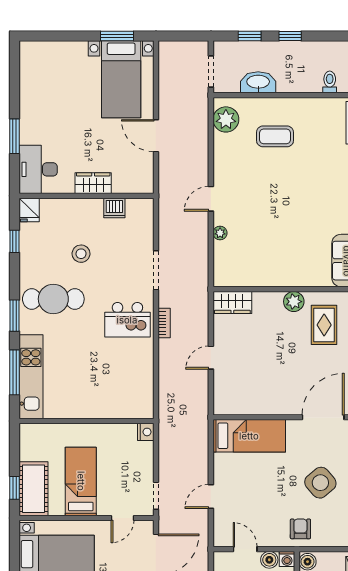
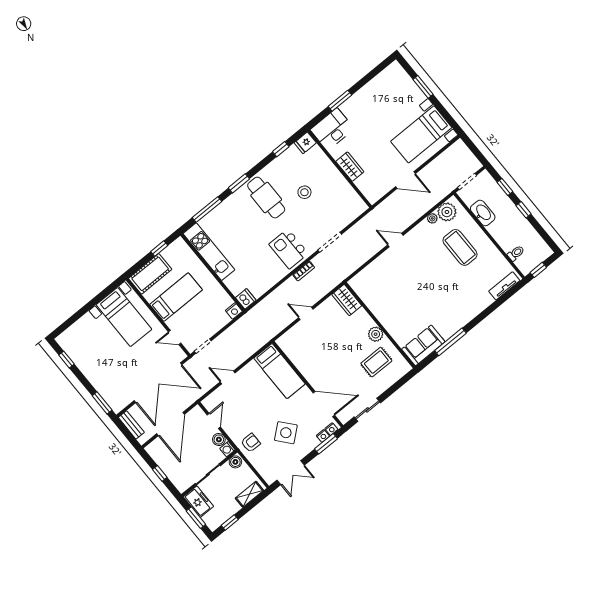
window: (117, 36) -> (423, 87), moved
door: (156, 136) -> (406, 180), swing flipped
coffee table: (275, 136) -> (460, 247), width x1.36, depth x1.32
dishwasher: (114, 208) -> (246, 299), moved, turned 180
plant: (220, 233) -> (432, 218), moved
kitchen unit: (31, 377) -> (209, 252), moved, turned -90
window: (15, 488) -> (159, 248), moved

